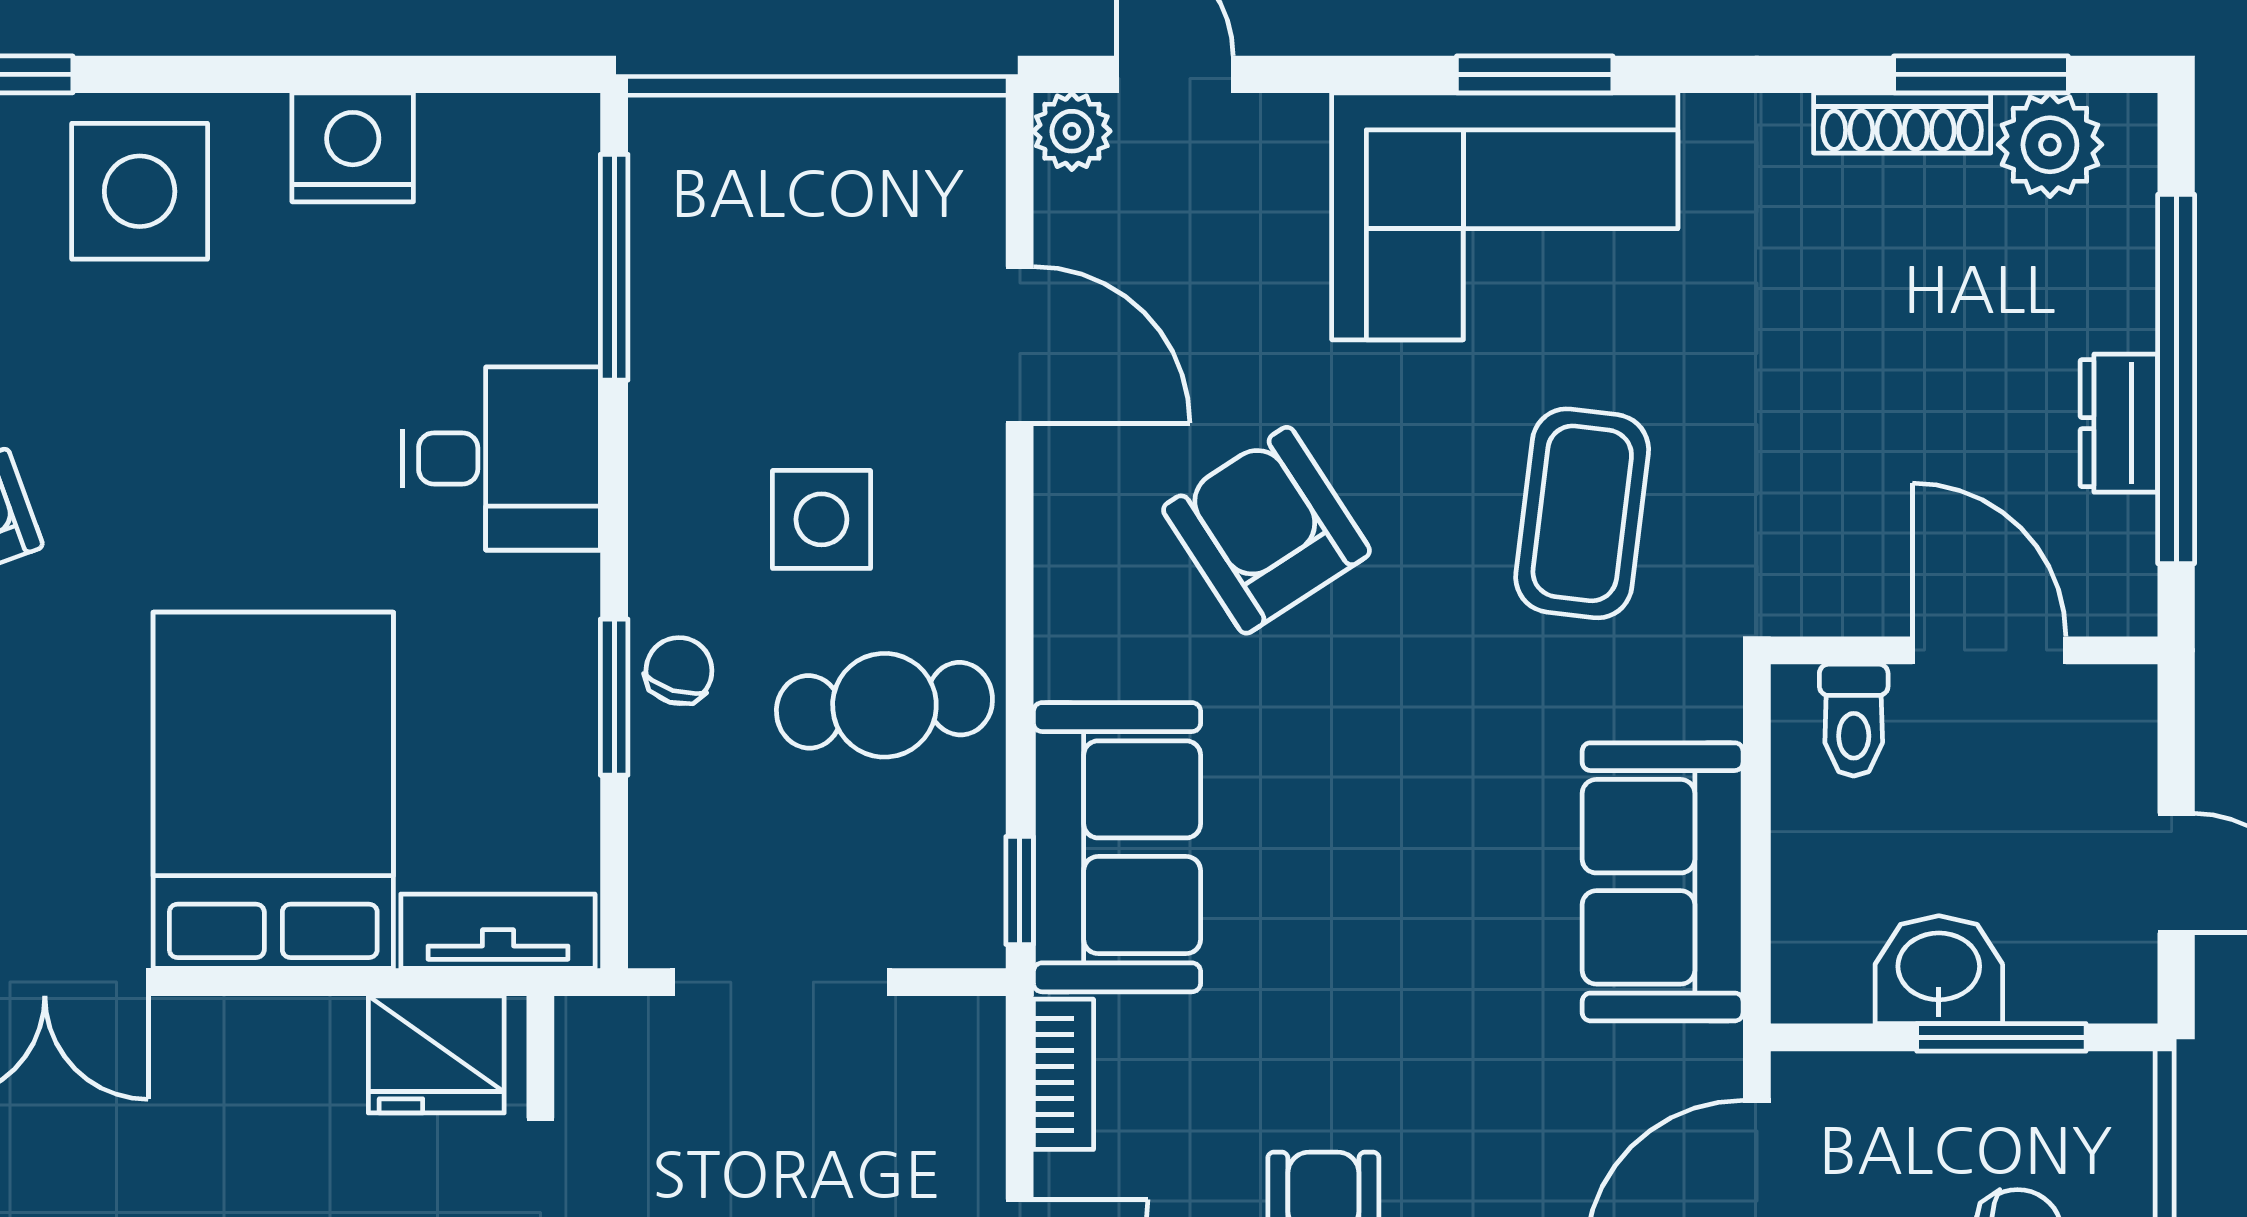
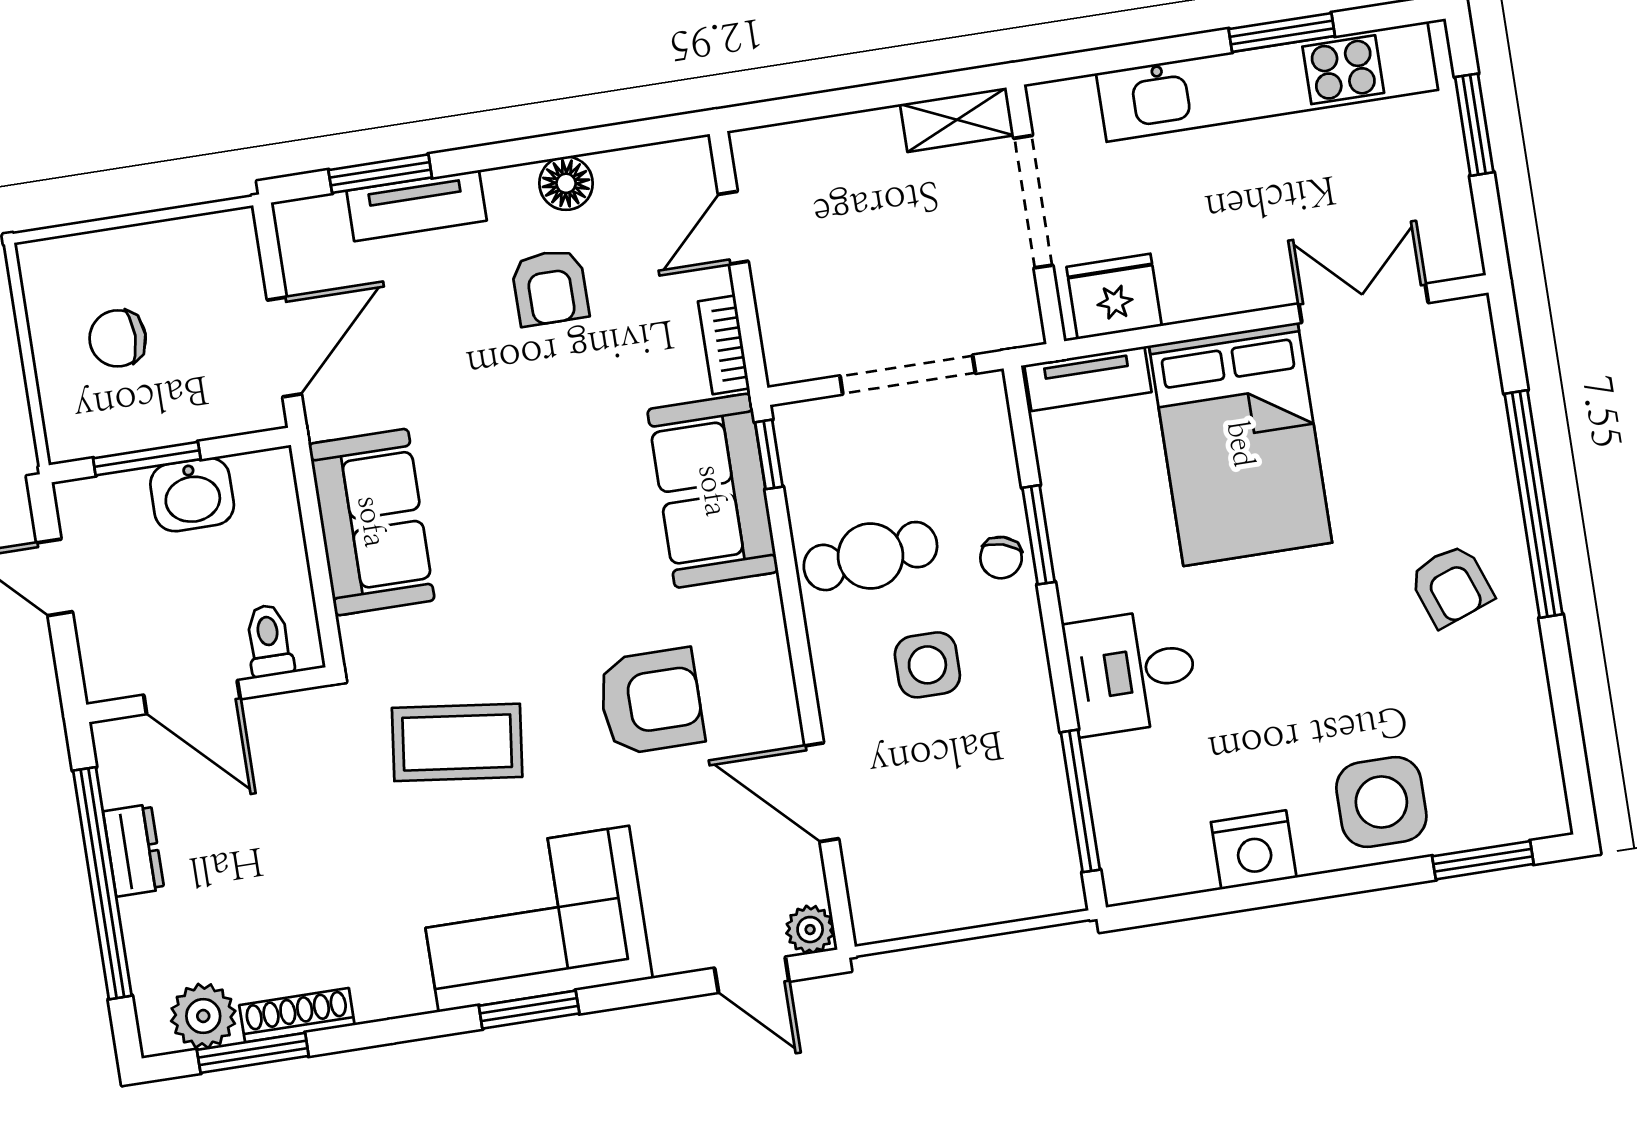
coffee table: (1582, 513) -> (457, 742), turned 90
armchair: (1266, 530) -> (651, 701), turned -57

